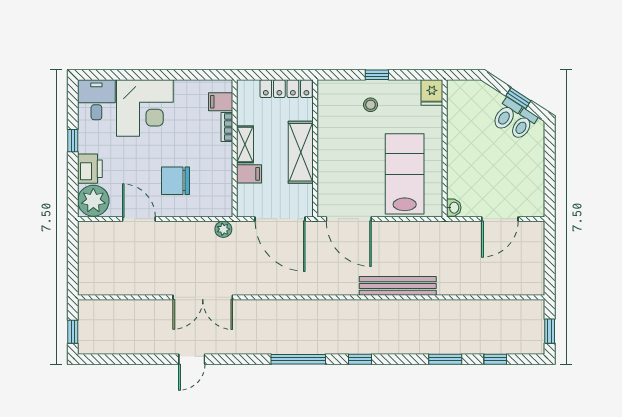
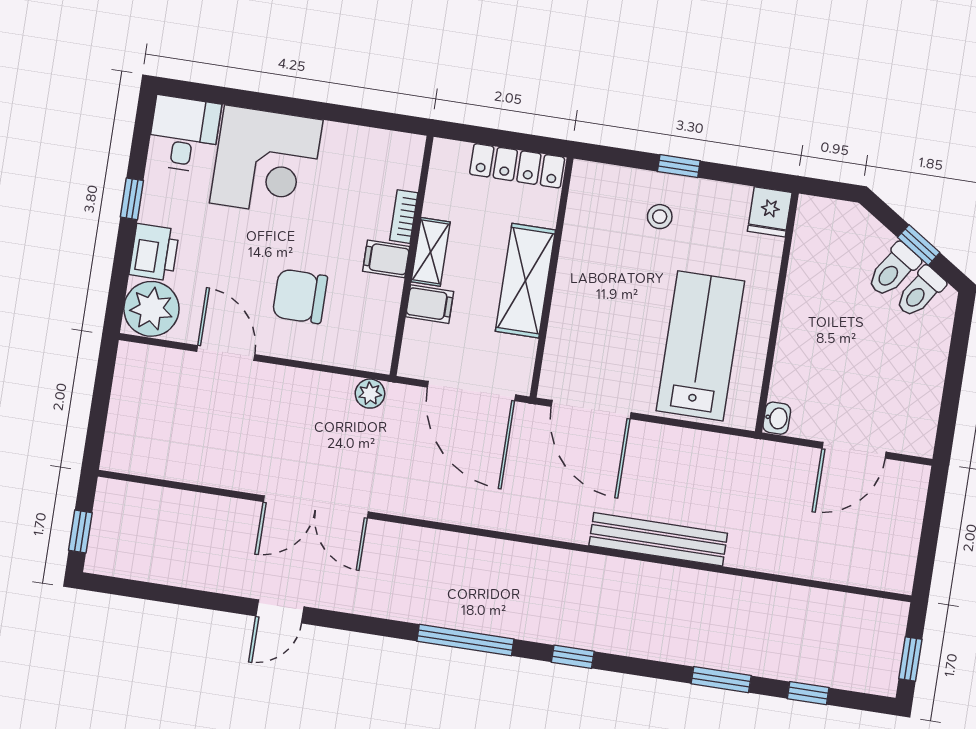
filing cabinet: (221, 102) -> (386, 259), moved

